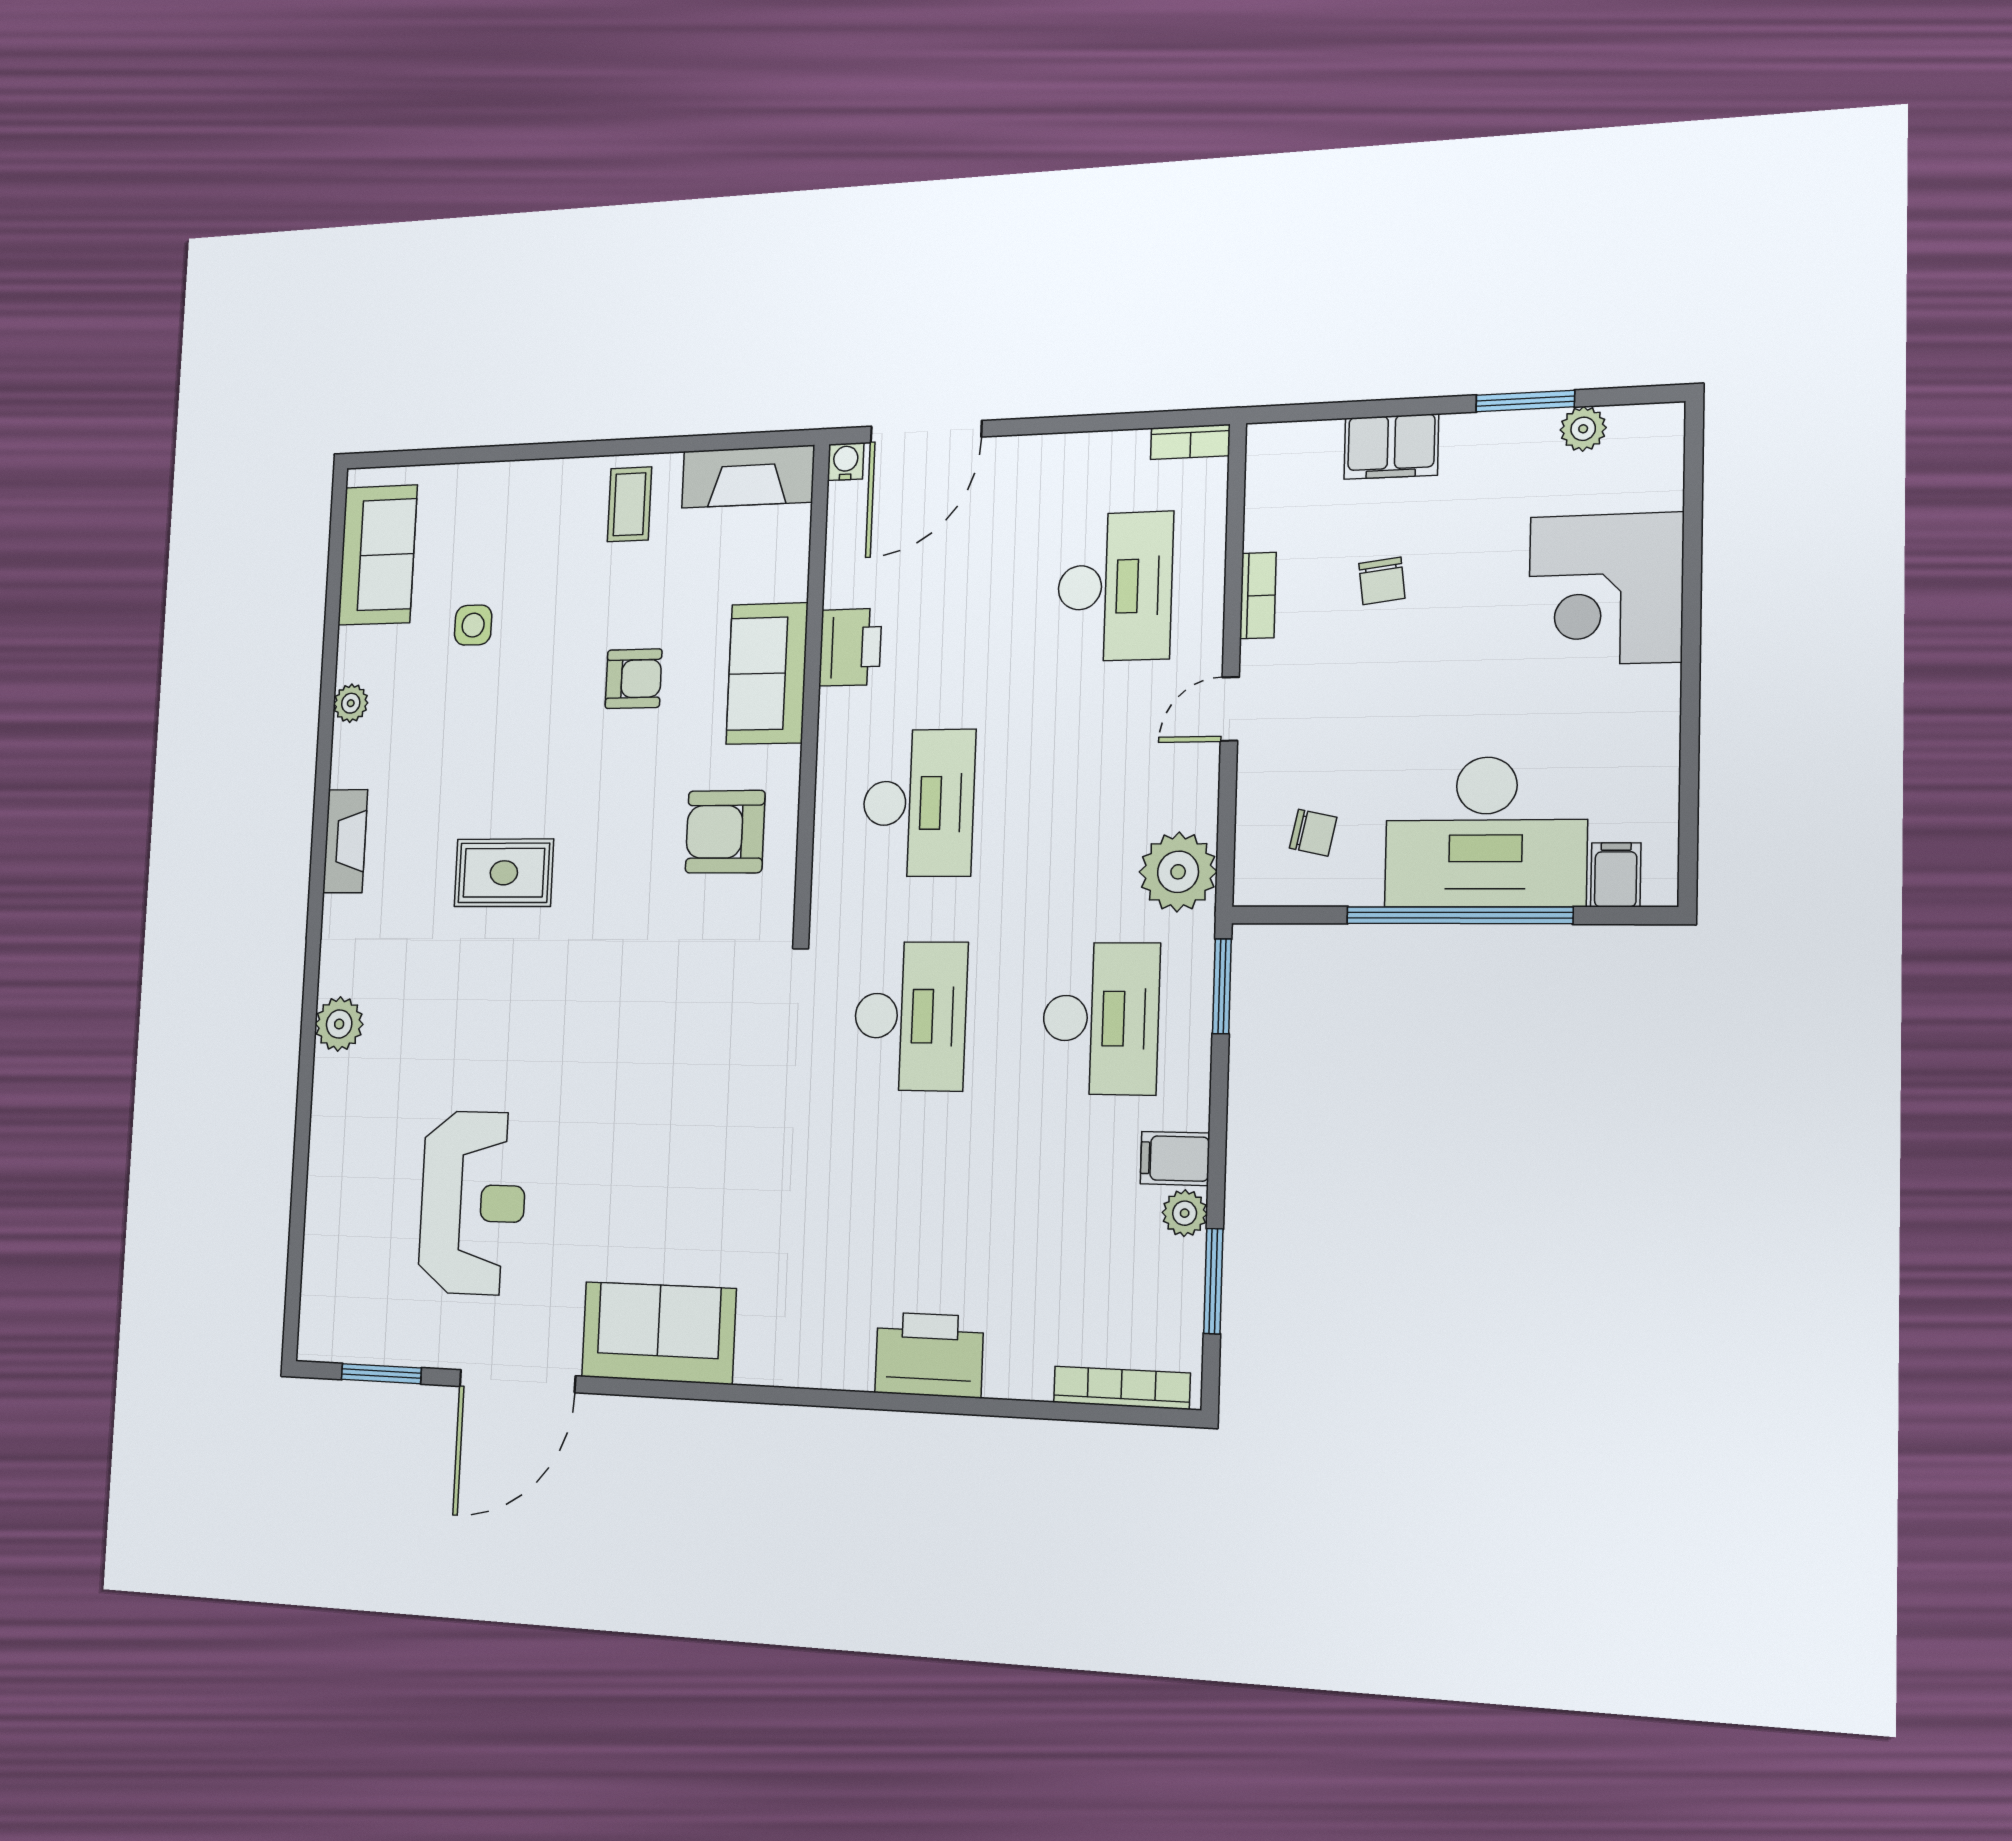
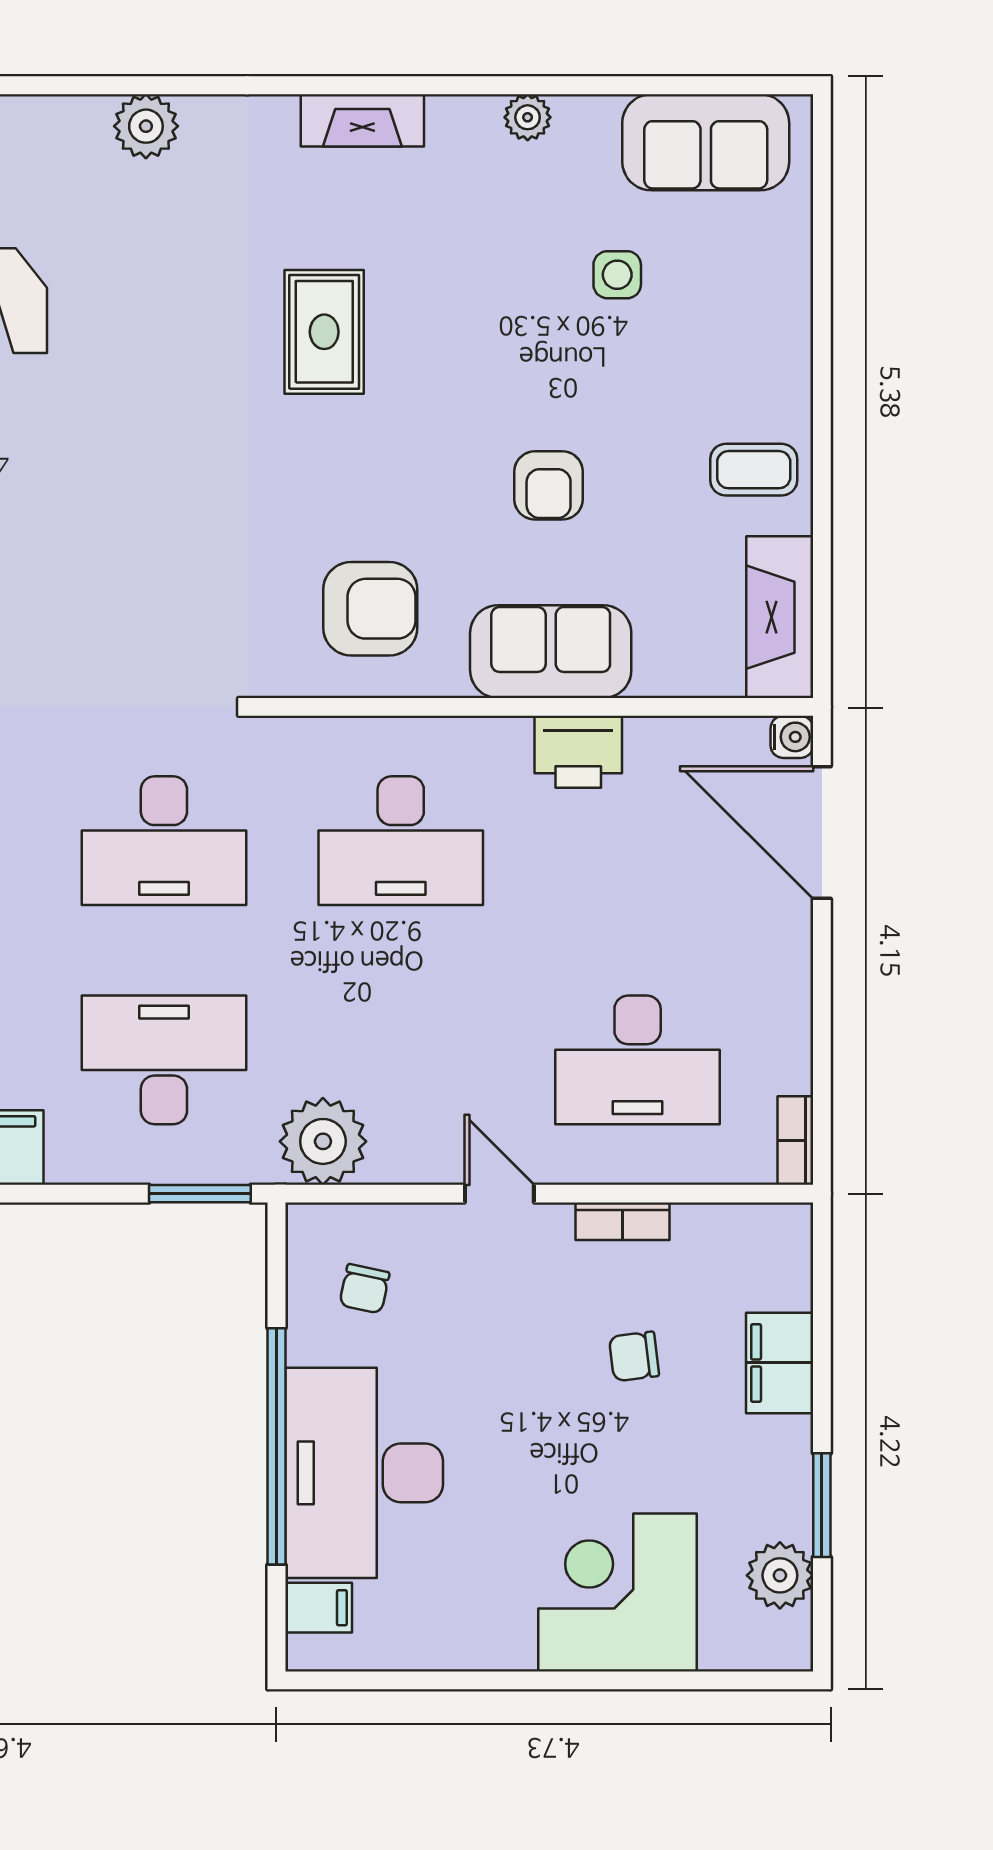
plant: (1583, 429) -> (780, 1575), width x1.38, depth x1.38
armchair: (725, 832) -> (370, 609), turned 90
desk: (1101, 1018) -> (164, 1060), turned 180

